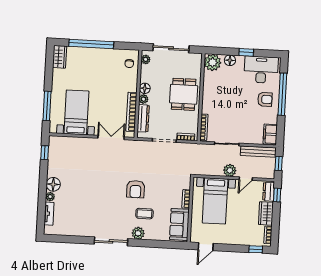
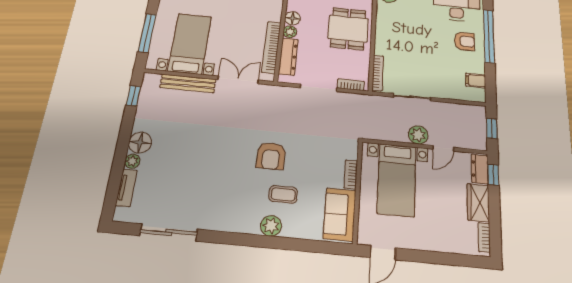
filing cabinet: (270, 134) -> (476, 81), width x0.50
bench: (258, 152) -> (188, 83), moved
sliding door: (111, 241) -> (169, 232), moved
window: (256, 249) -> (466, 261), removed

